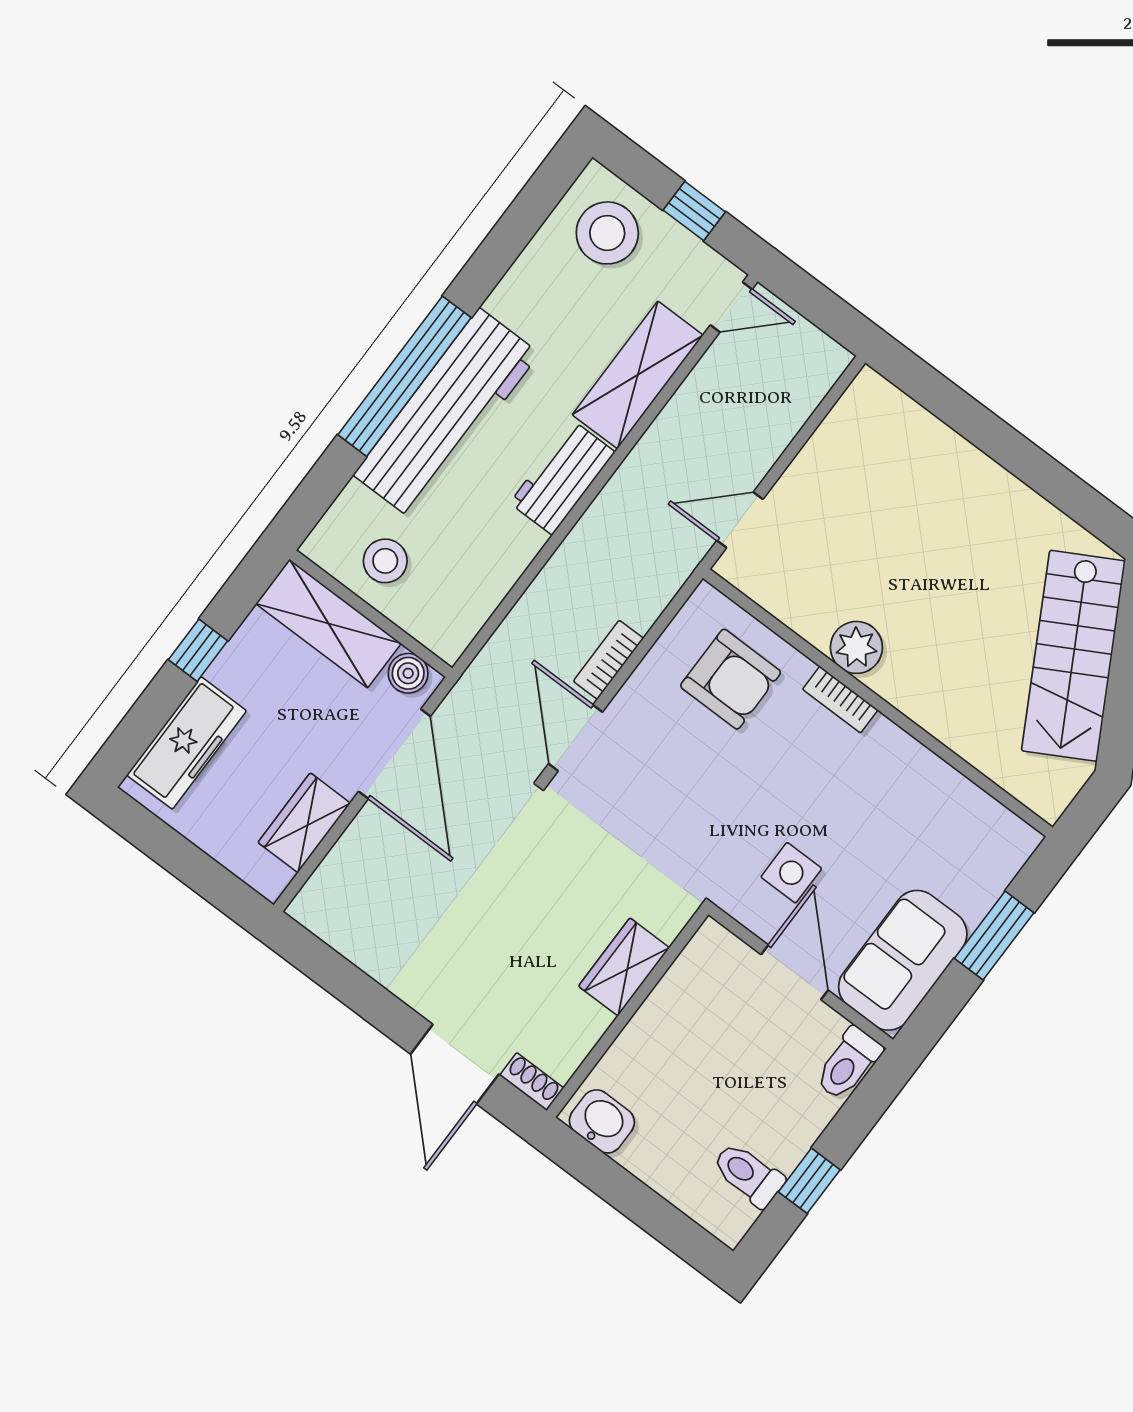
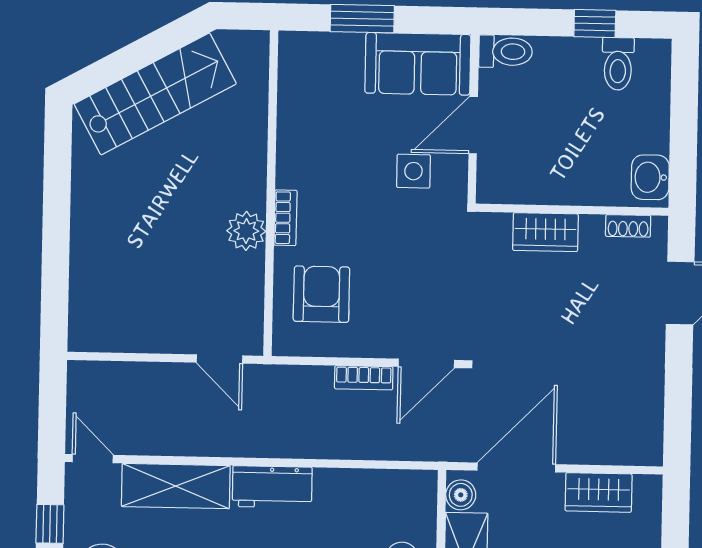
shoe rack: (532, 1082) -> (628, 226), moved, turned -90

